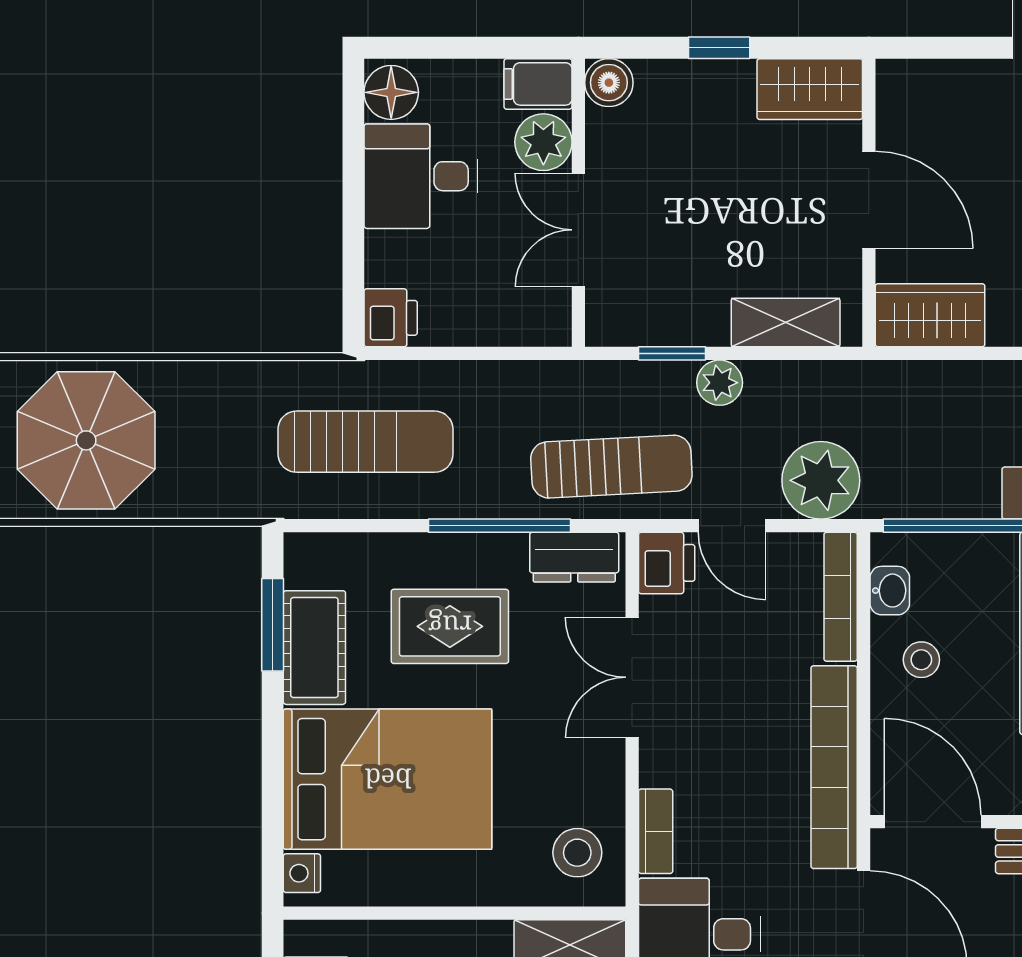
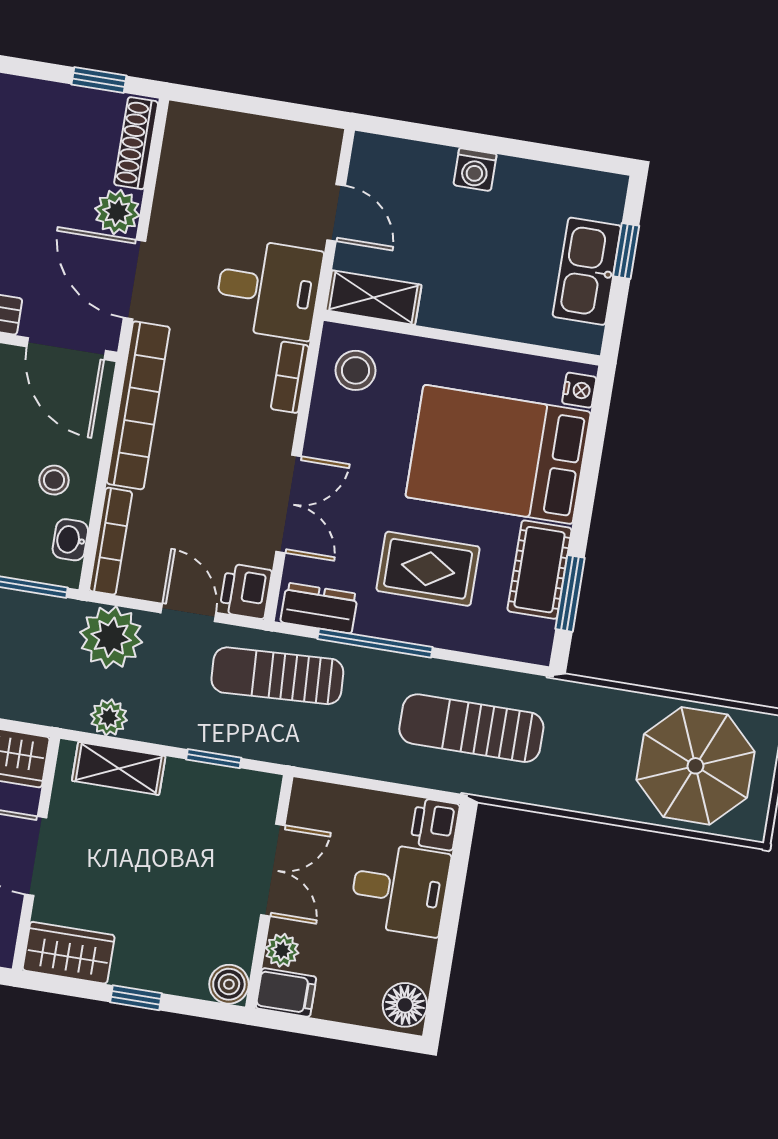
plant: (543, 142) -> (282, 950), width x0.73, depth x0.73
desk: (421, 176) -> (400, 889), moved
plant: (720, 383) -> (109, 717), moved

